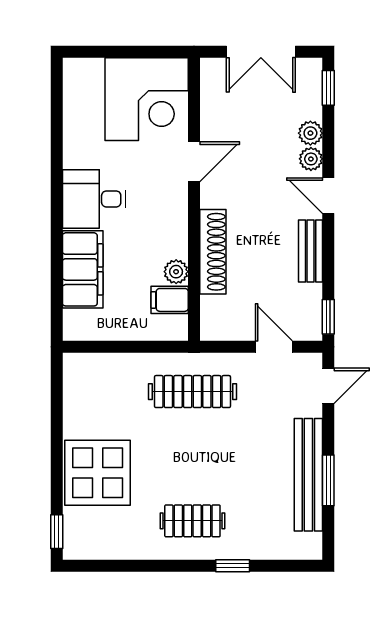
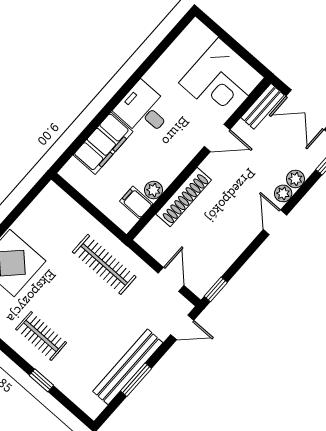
bench: (311, 251) -> (262, 106), moved

